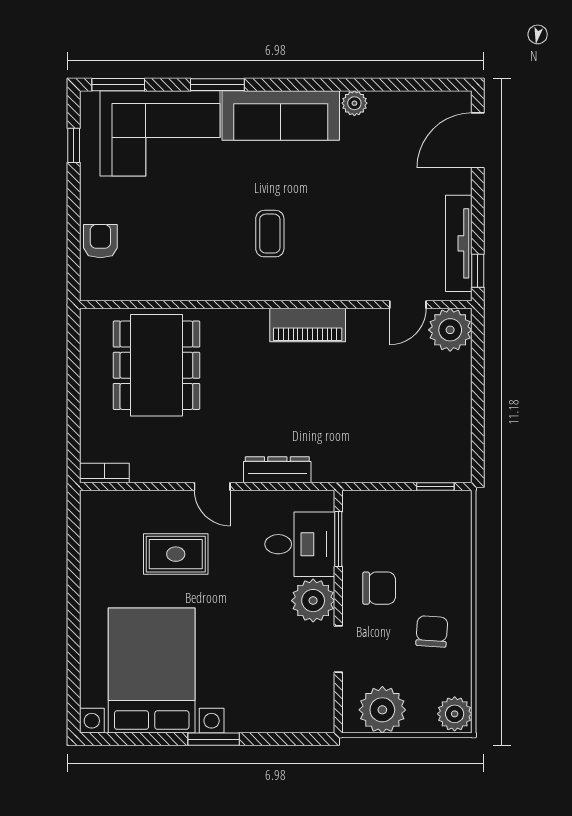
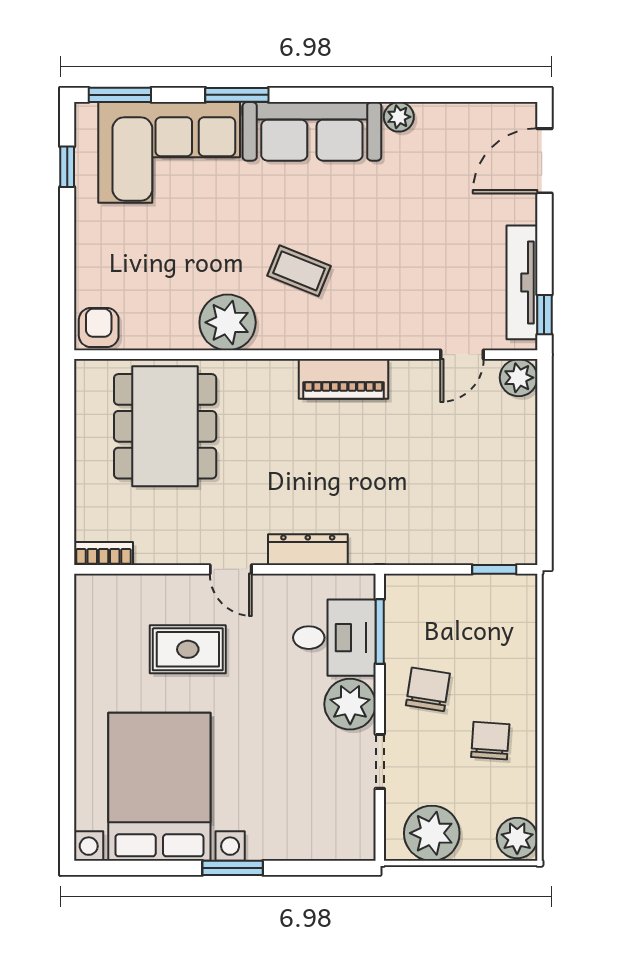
coffee table: (270, 234) -> (299, 271), turned -68
armchair: (100, 241) -> (99, 328), moved
plant: (209, 277) -> (228, 322), added
plant: (450, 330) -> (519, 378), width x0.73, depth x0.73
chair: (379, 588) -> (428, 689), turned -81

